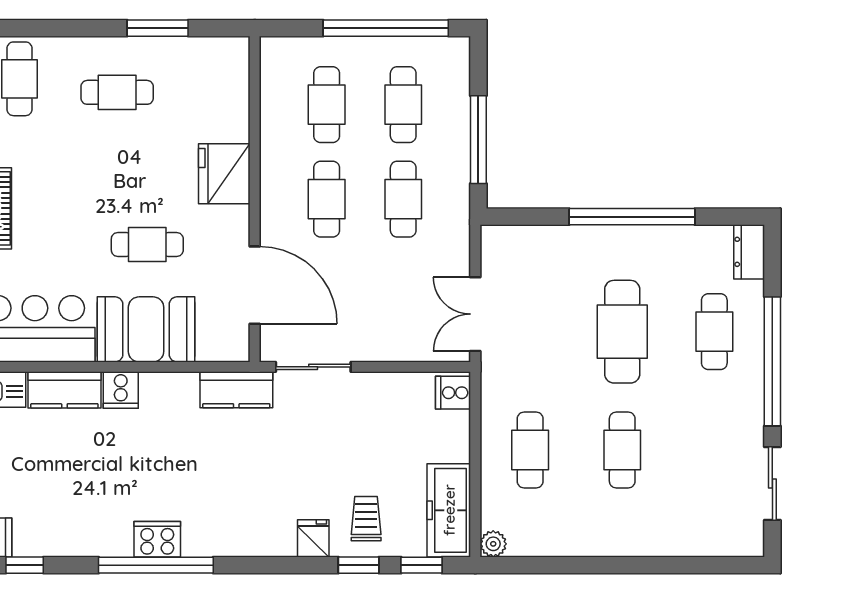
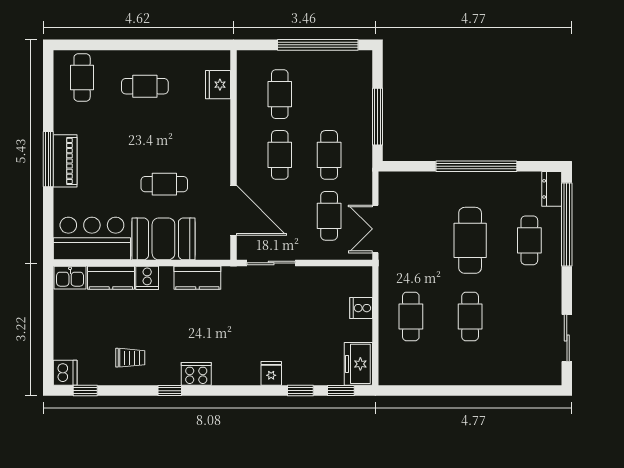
window: (158, 28) -> (171, 45), removed
cafe table: (403, 105) -> (329, 216), moved
fridge: (224, 174) -> (218, 85), moved, width x0.73, depth x0.75
window: (772, 361) -> (567, 224), moved
kitchen counter: (236, 390) -> (197, 278), moved
cooker: (453, 393) -> (361, 308), moved
freezer: (449, 510) -> (358, 364), width x0.71
trolley: (366, 519) -> (130, 358), moved, turned 90
cooker: (157, 539) -> (196, 374), moved
plant: (493, 544) -> (387, 377), removed
window: (156, 565) -> (170, 391), width x0.32

